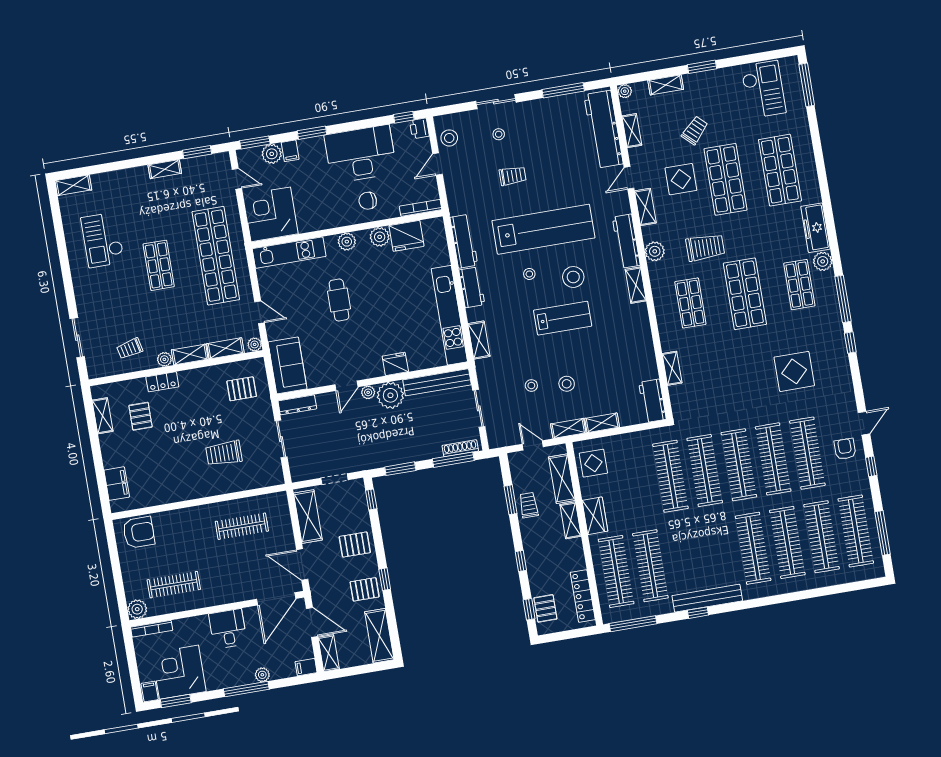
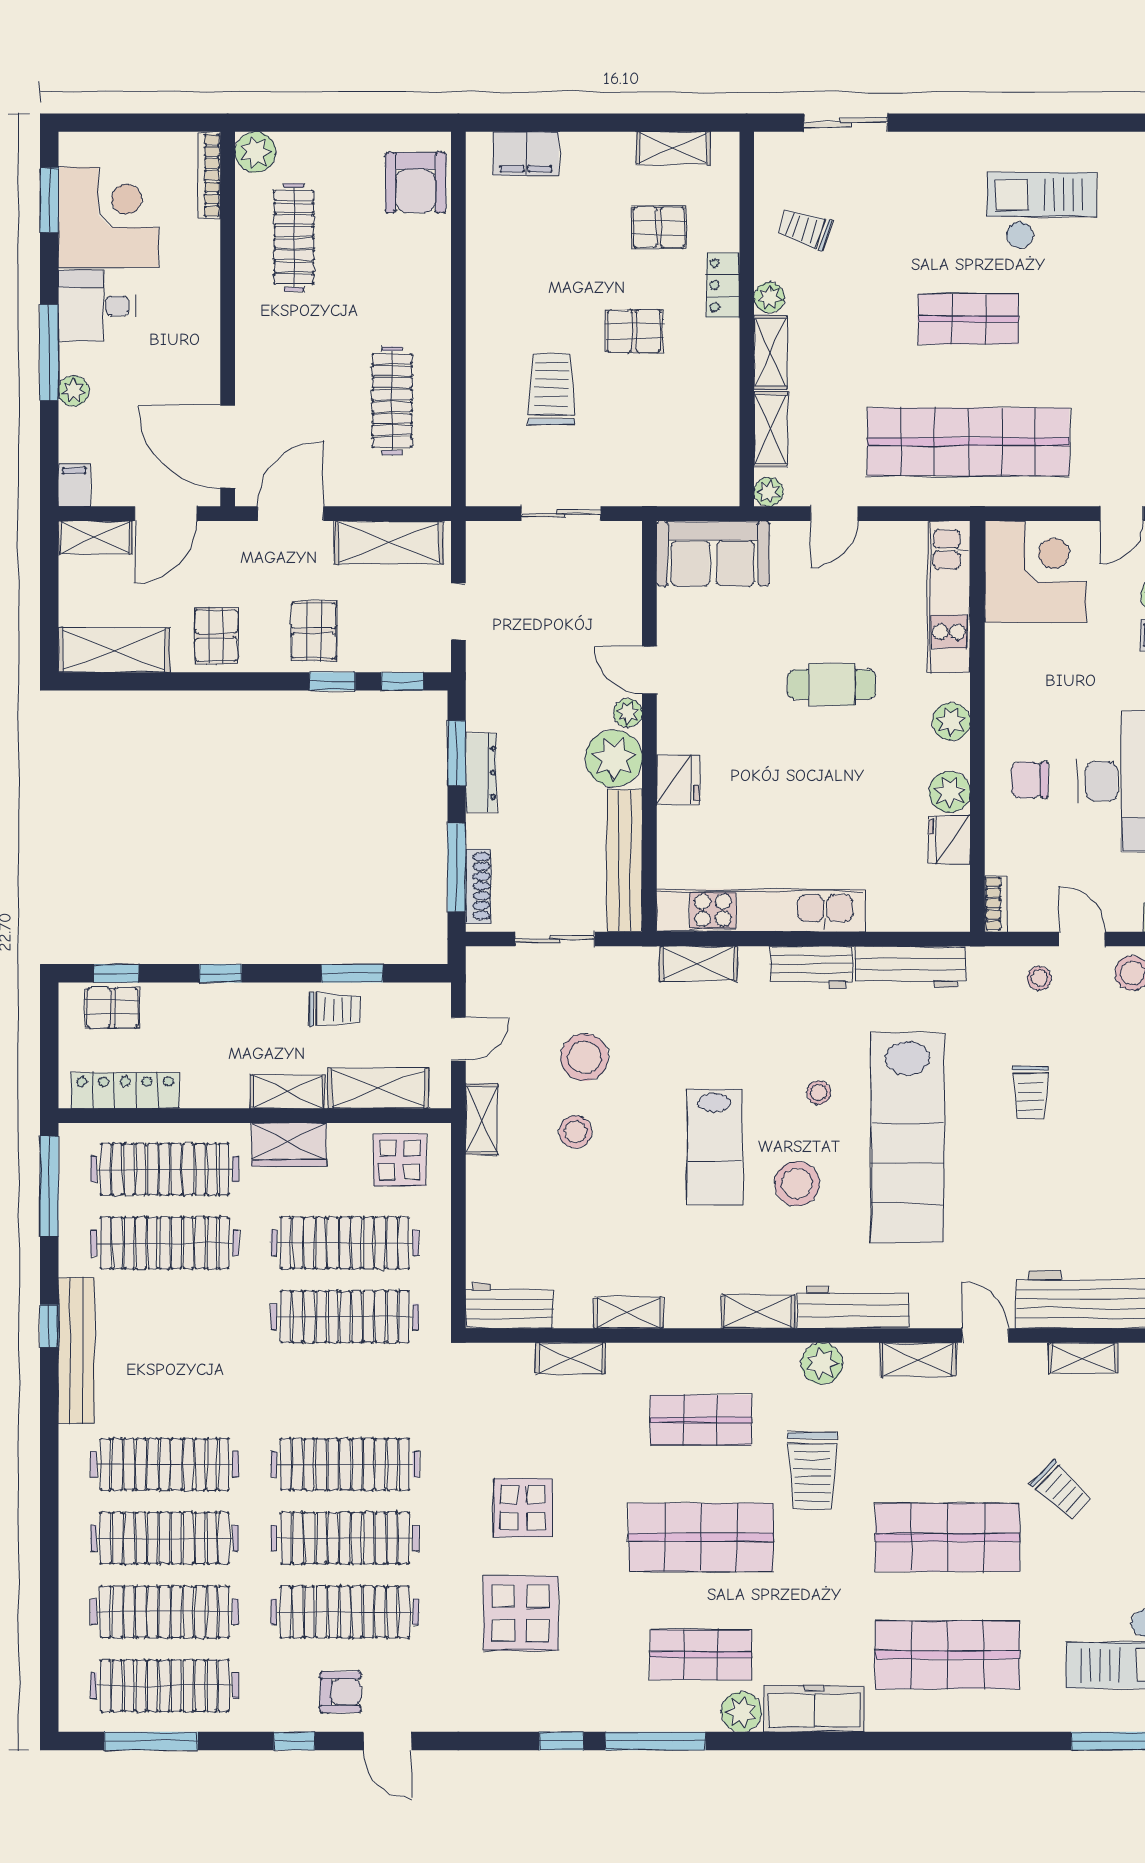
stool: (499, 134) -> (1039, 978), moved
display table: (681, 179) -> (523, 1508), moved
chair: (368, 201) -> (1030, 780), turned -90
bookcase: (420, 208) -> (996, 904), width x0.64
fridge: (406, 236) -> (949, 840), width x0.73, depth x0.75
trolley: (130, 348) -> (804, 229), turned -59
stool: (531, 385) -> (584, 1057), width x1.89, depth x1.89
pallet: (242, 389) -> (634, 331), moved, turned 90
dresser: (297, 405) -> (481, 773), moved, turned 180
shelving: (602, 423) -> (629, 1313), moved, turned 90
clothes rail: (705, 470) -> (345, 1243), moved
window: (385, 579) -> (332, 681), moved
desk: (228, 629) -> (97, 306), moved, turned 180
filing cabinet: (150, 691) -> (78, 149), removed

